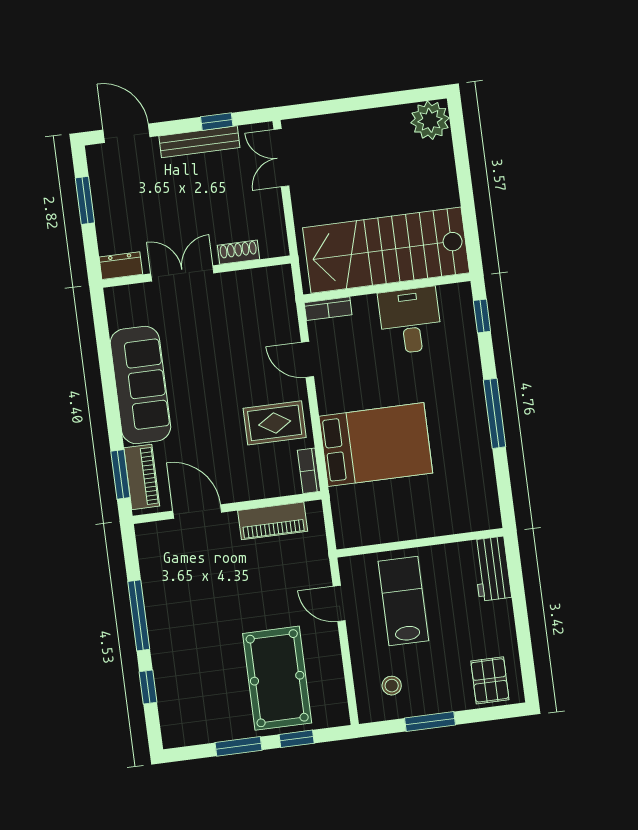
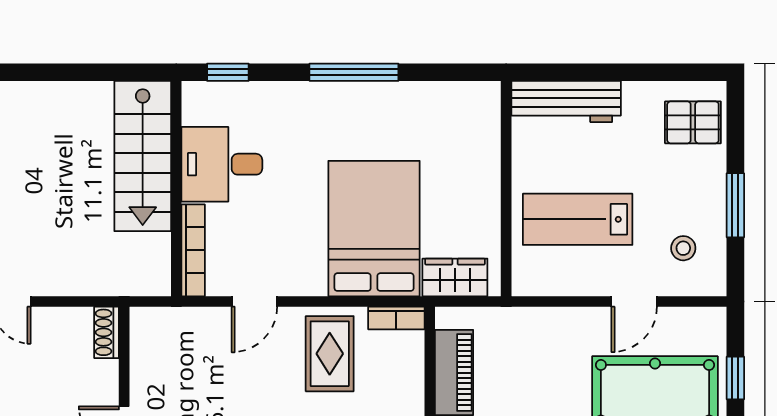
stairs: (386, 250) -> (143, 156), width x0.73, depth x0.66
shoe rack: (238, 252) -> (106, 332), moved
bookcase: (328, 309) -> (193, 250), width x1.56
wardrobe: (346, 512) -> (455, 277), added
workbench: (492, 569) -> (566, 102), width x1.38
door: (339, 603) -> (634, 301), moved

